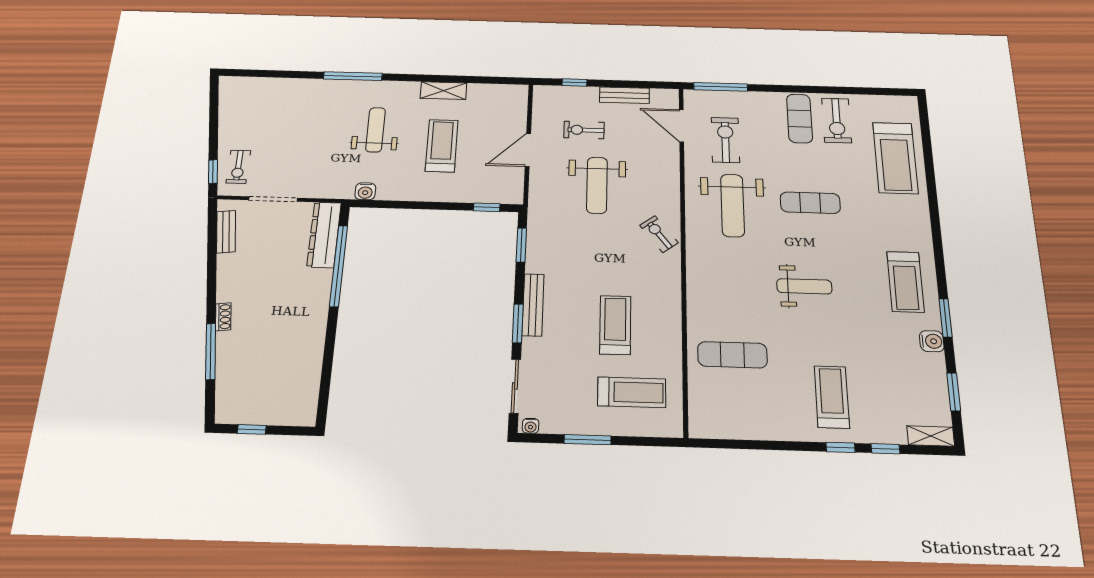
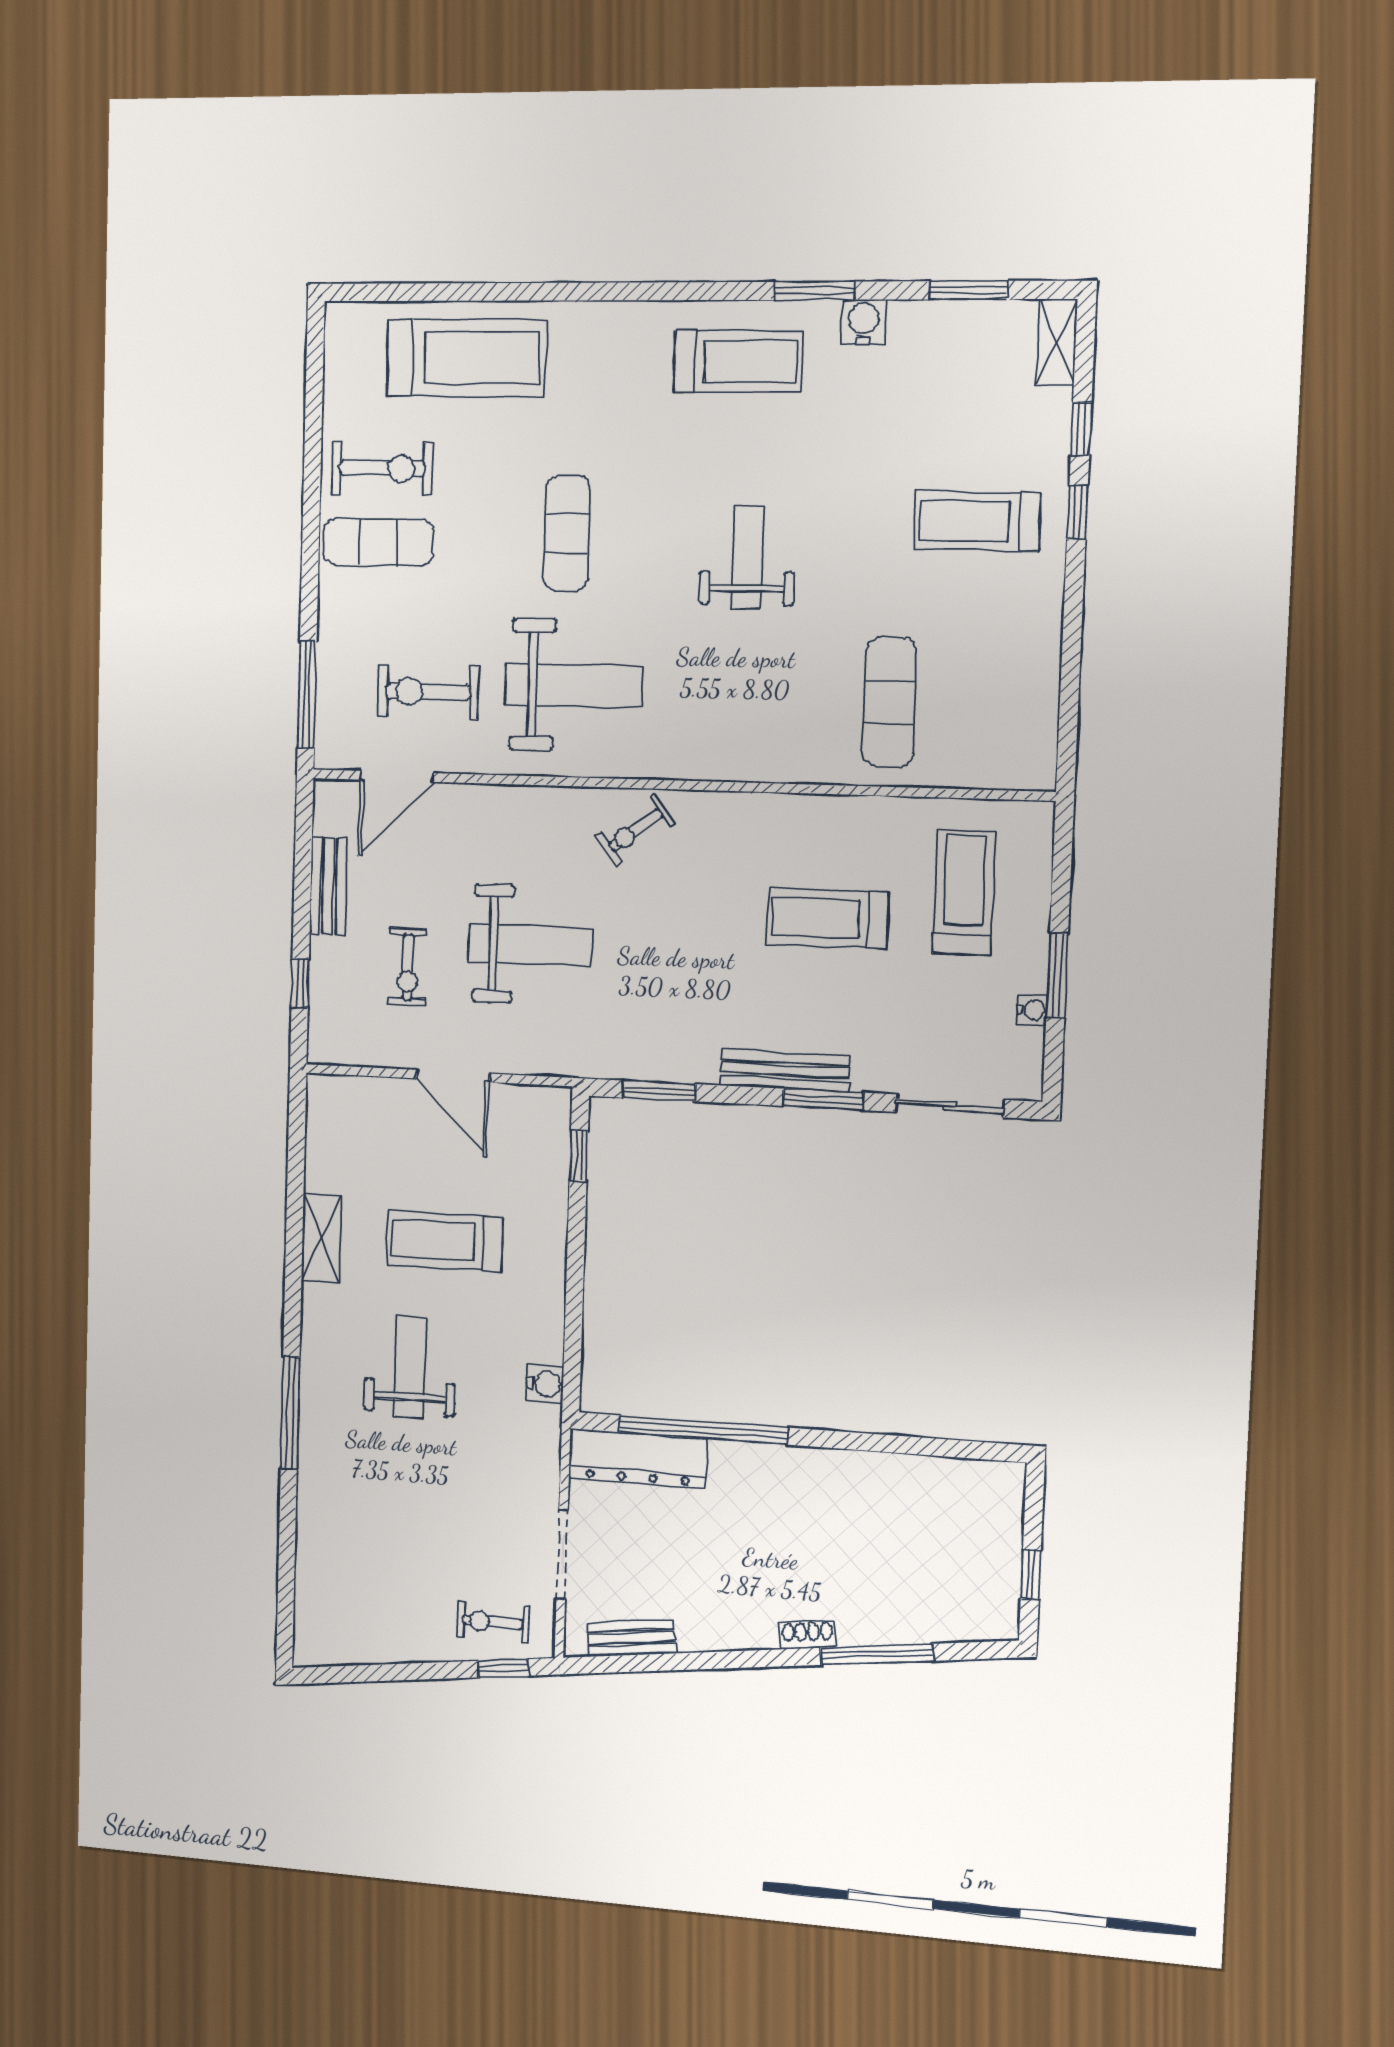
weight bench: (376, 130) -> (410, 1367), turned 90
exercise bike: (238, 167) -> (493, 1622), turned 180
water cooler: (531, 426) -> (1032, 1010), moved

